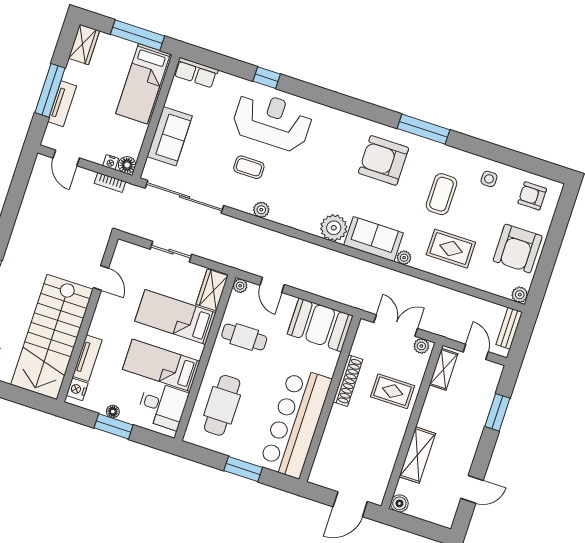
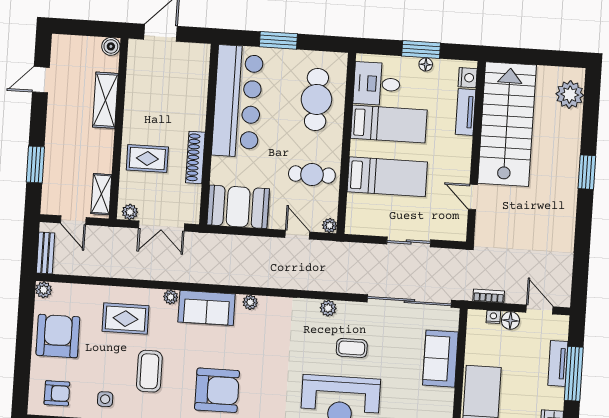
floor lamp: (127, 165) -> (510, 321), moved
plant: (334, 228) -> (250, 302), width x0.53, depth x0.53
wardrobe: (212, 290) -> (357, 214), removed

